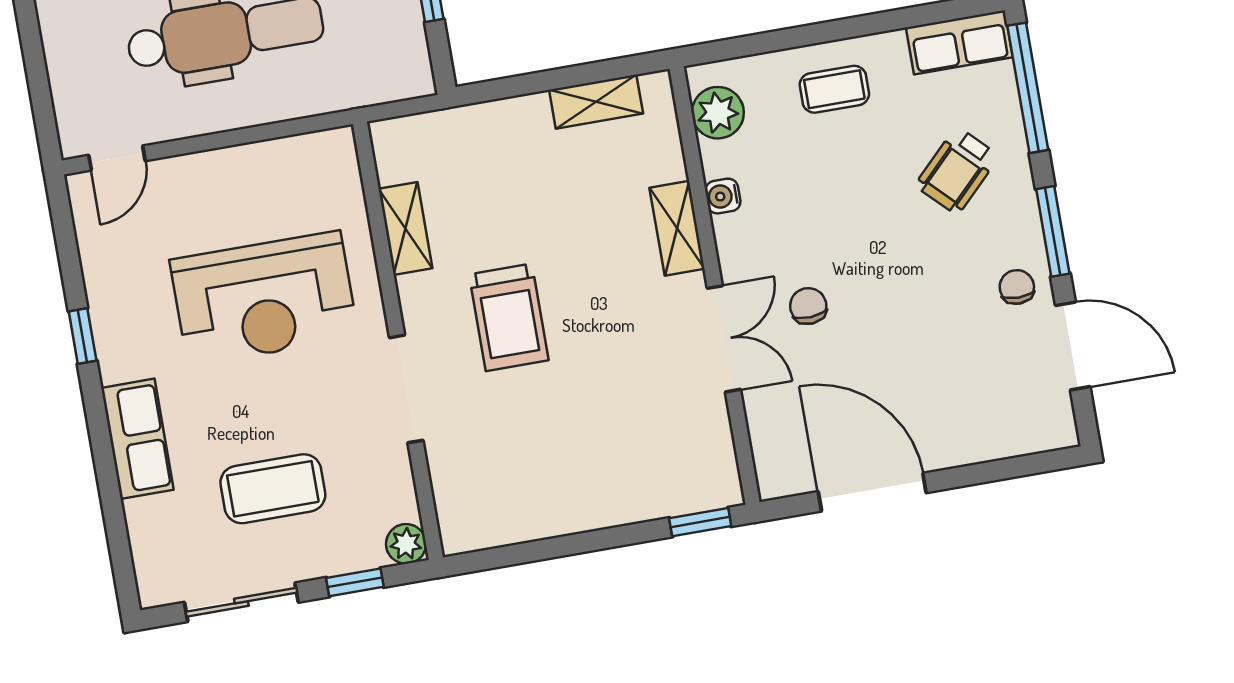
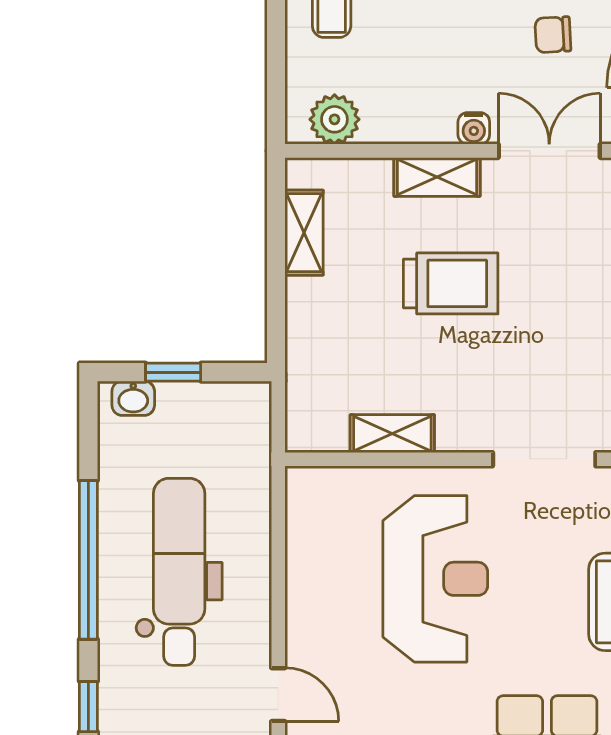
water cooler: (723, 196) -> (474, 128), moved
chair: (808, 306) -> (553, 35), moved
trolley: (509, 317) -> (451, 283), moved

